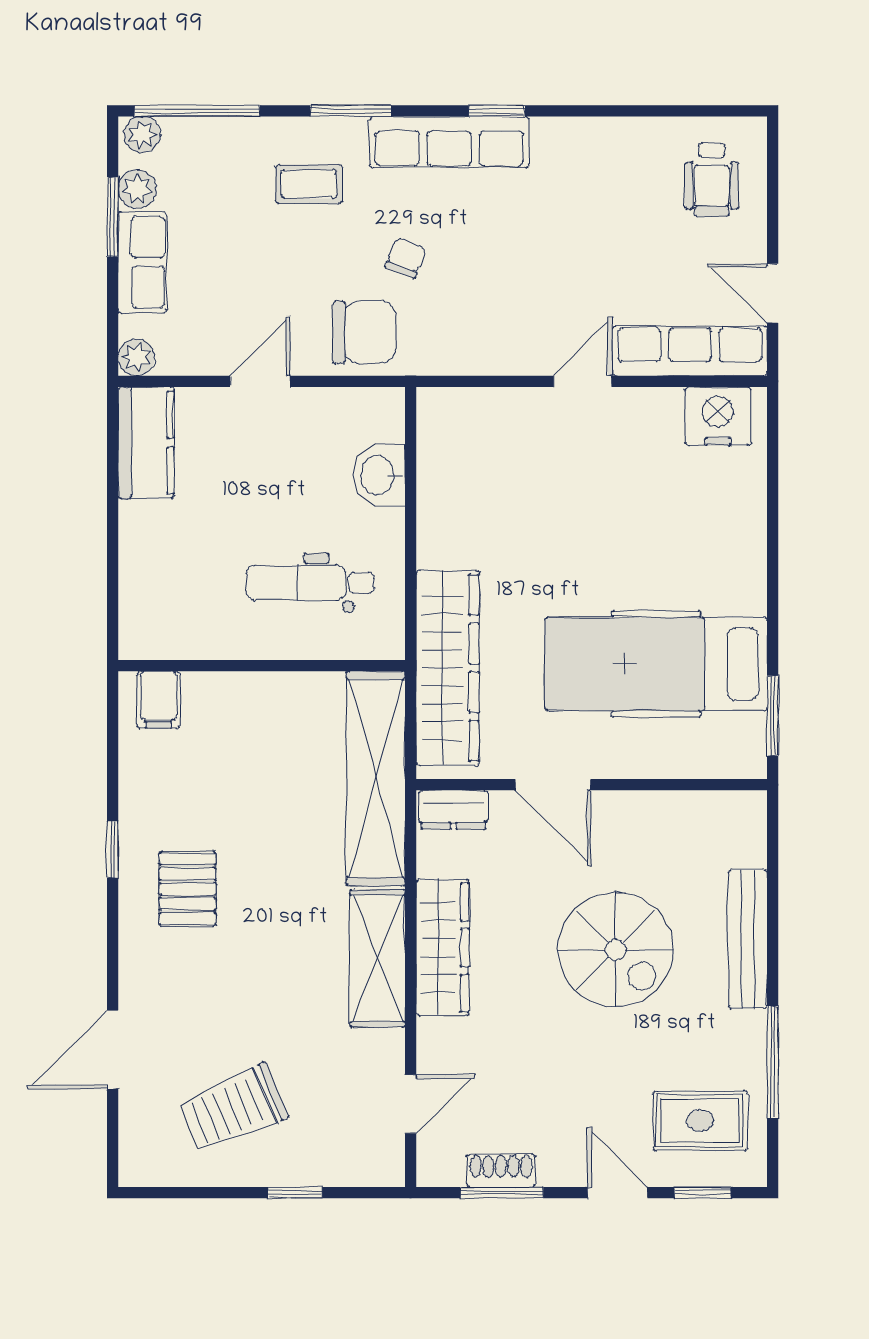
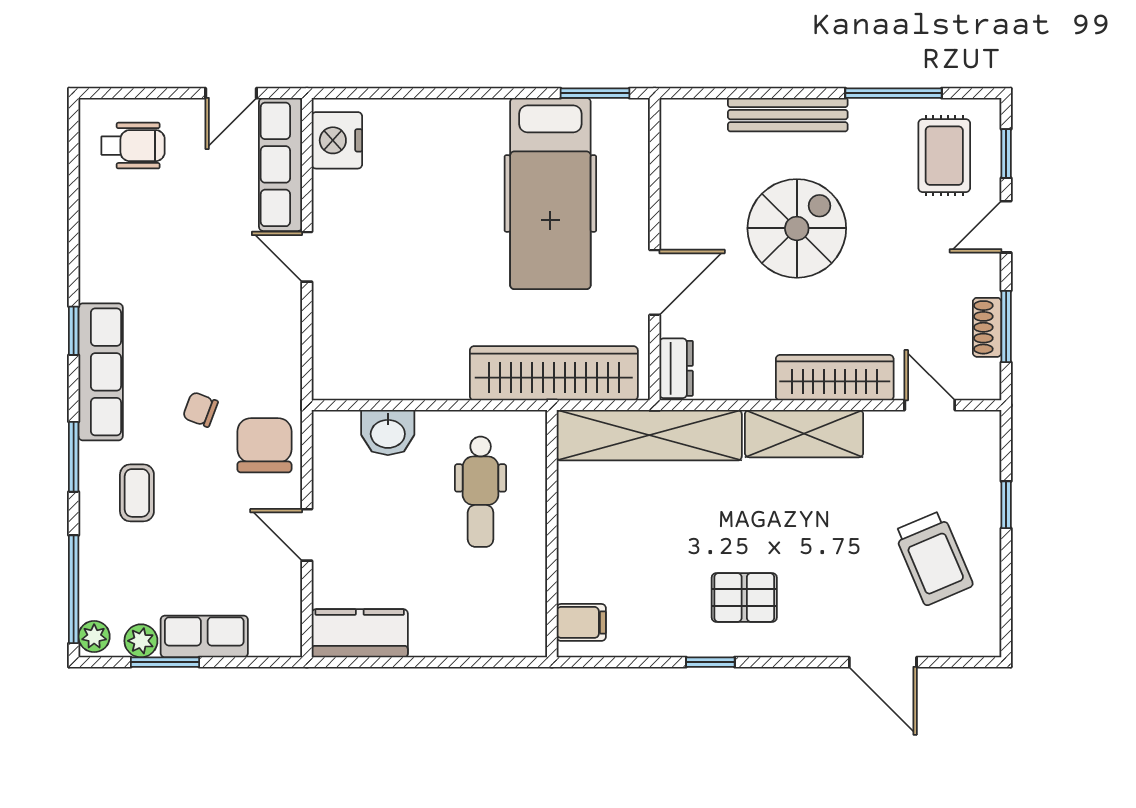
plant: (136, 357) -> (286, 642), removed
wardrobe: (442, 948) -> (835, 378), moved

